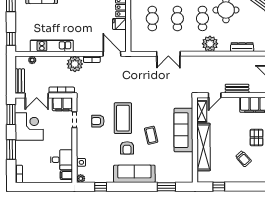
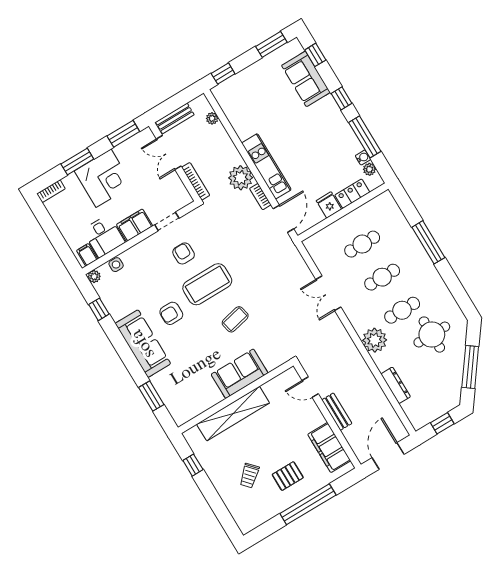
kitchen unit: (52, 46) -> (266, 166), moved
filing cabinet: (62, 104) -> (135, 225), moved, turned 90
shelving: (202, 111) -> (279, 383), removed
corner desk: (29, 126) -> (104, 178), moved
sofa: (183, 130) -> (240, 374), width x0.73
coffee table: (151, 135) -> (235, 319), moved

